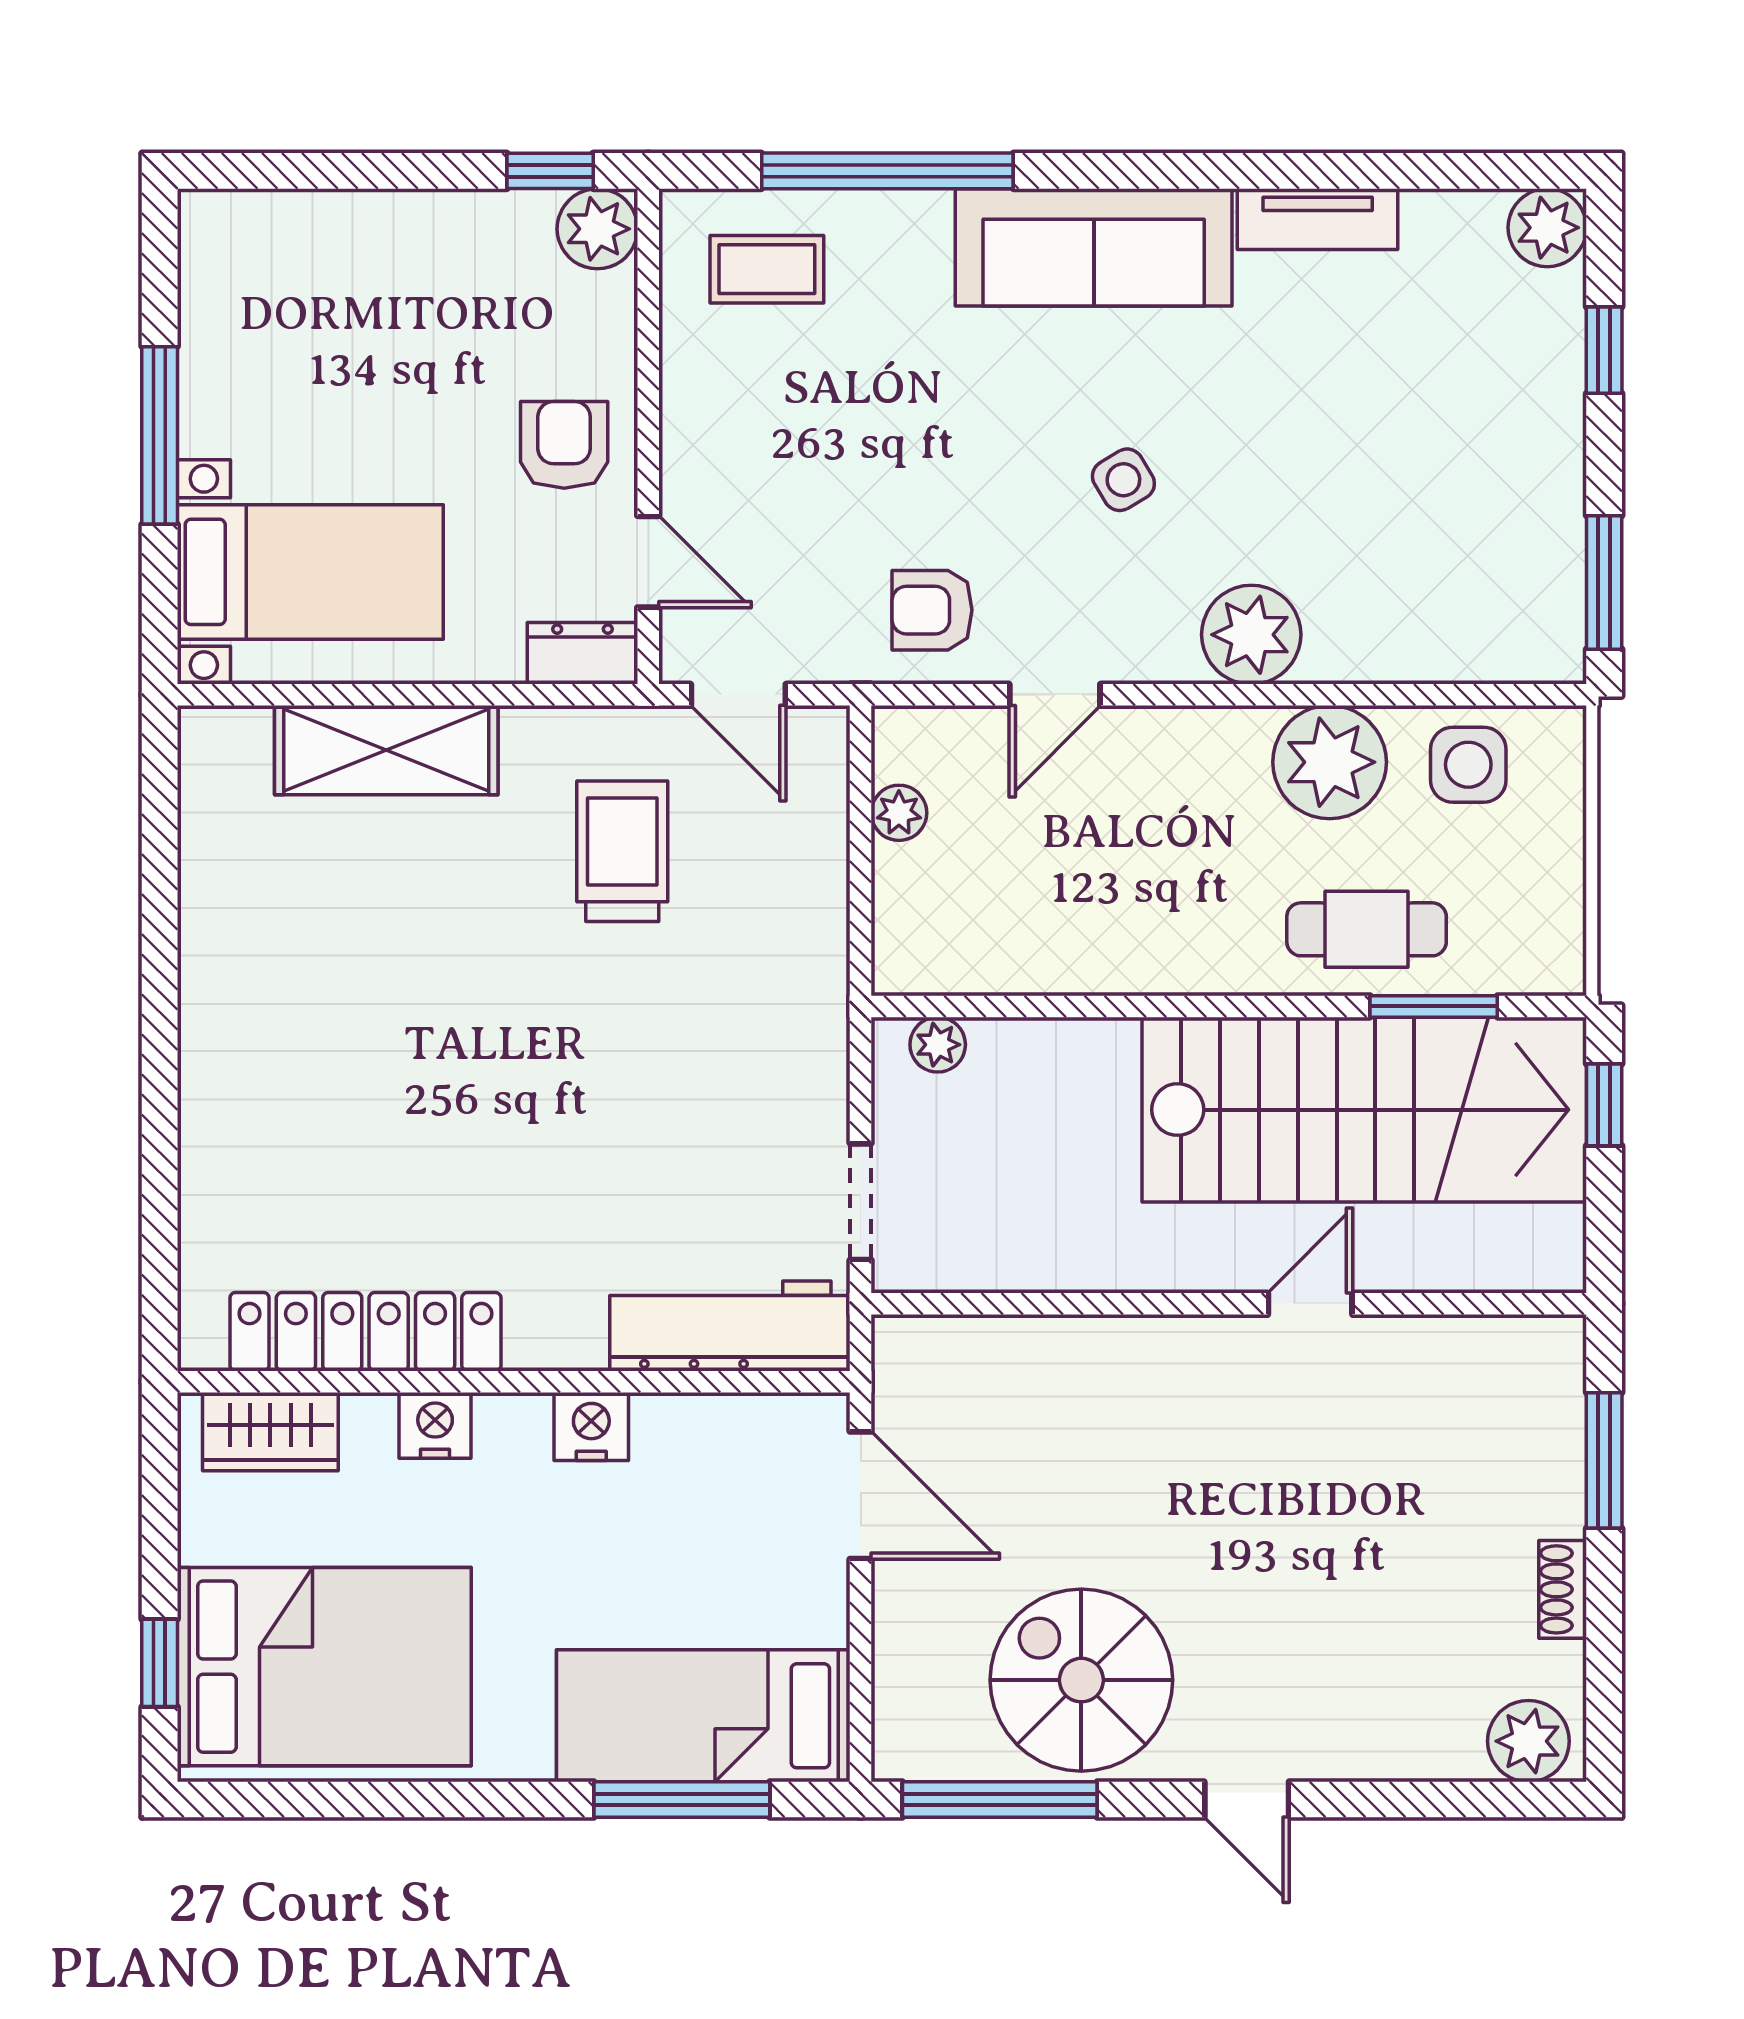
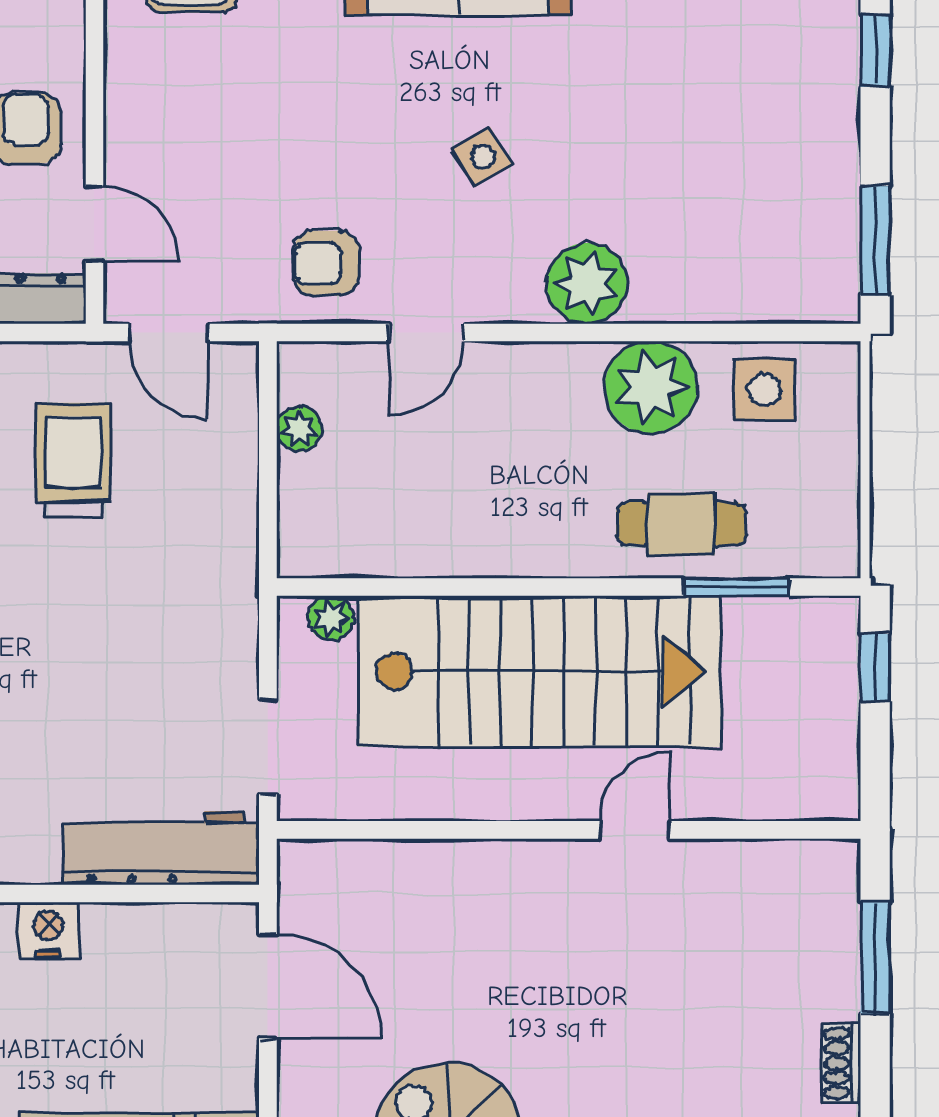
stairs: (1364, 1110) -> (539, 671), moved

